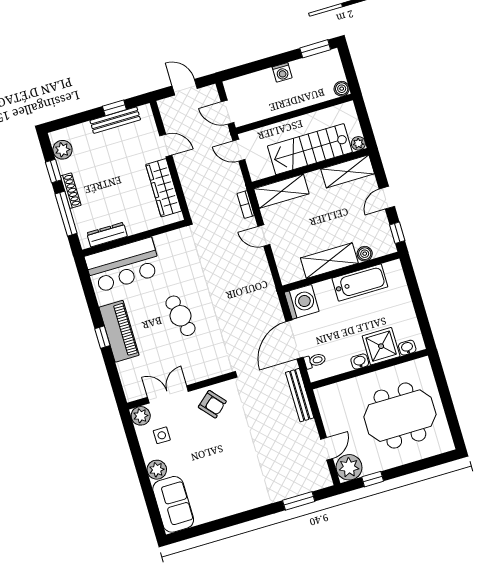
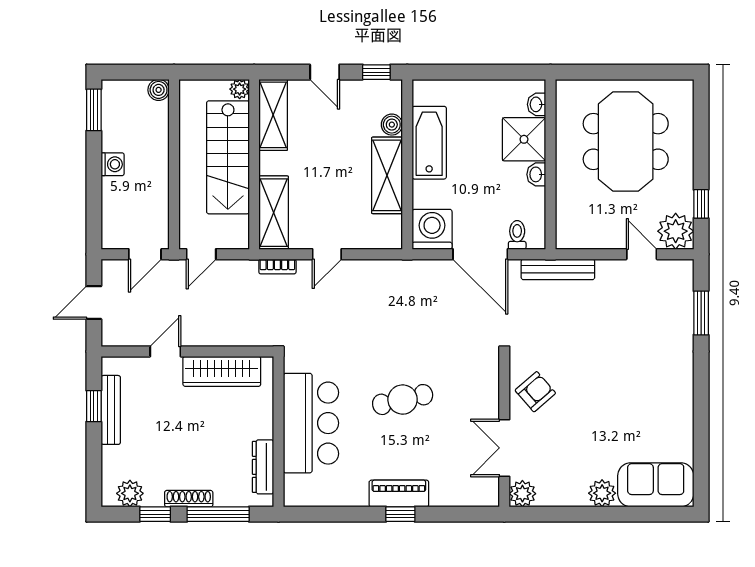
bar counter: (123, 265) -> (311, 423), moved
piano: (119, 331) -> (399, 494), width x0.73, depth x0.75
side table: (162, 435) -> (557, 473), removed

